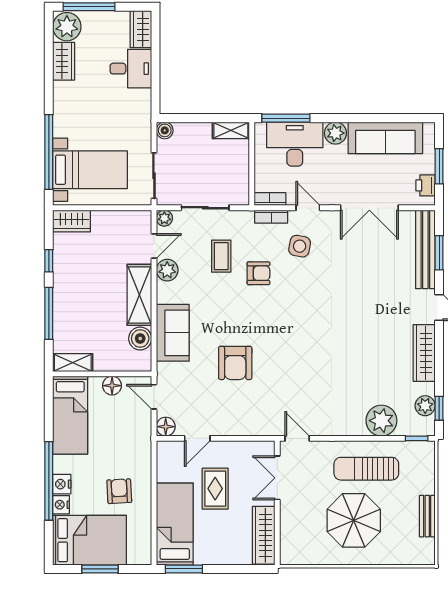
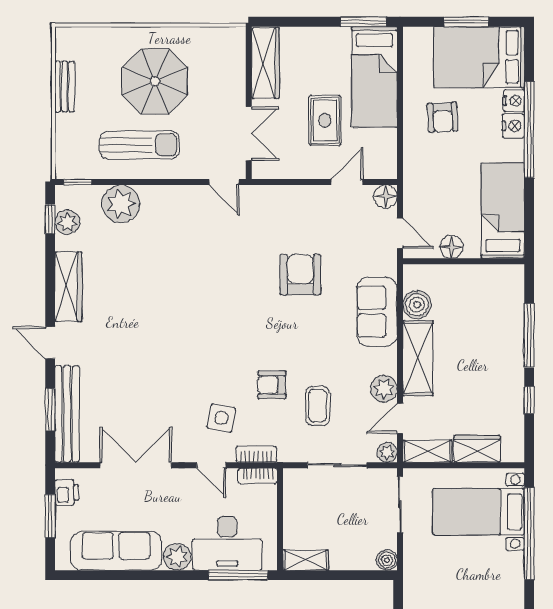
wardrobe: (72, 221) -> (477, 449), moved
shelving: (73, 363) -> (427, 451), moved

